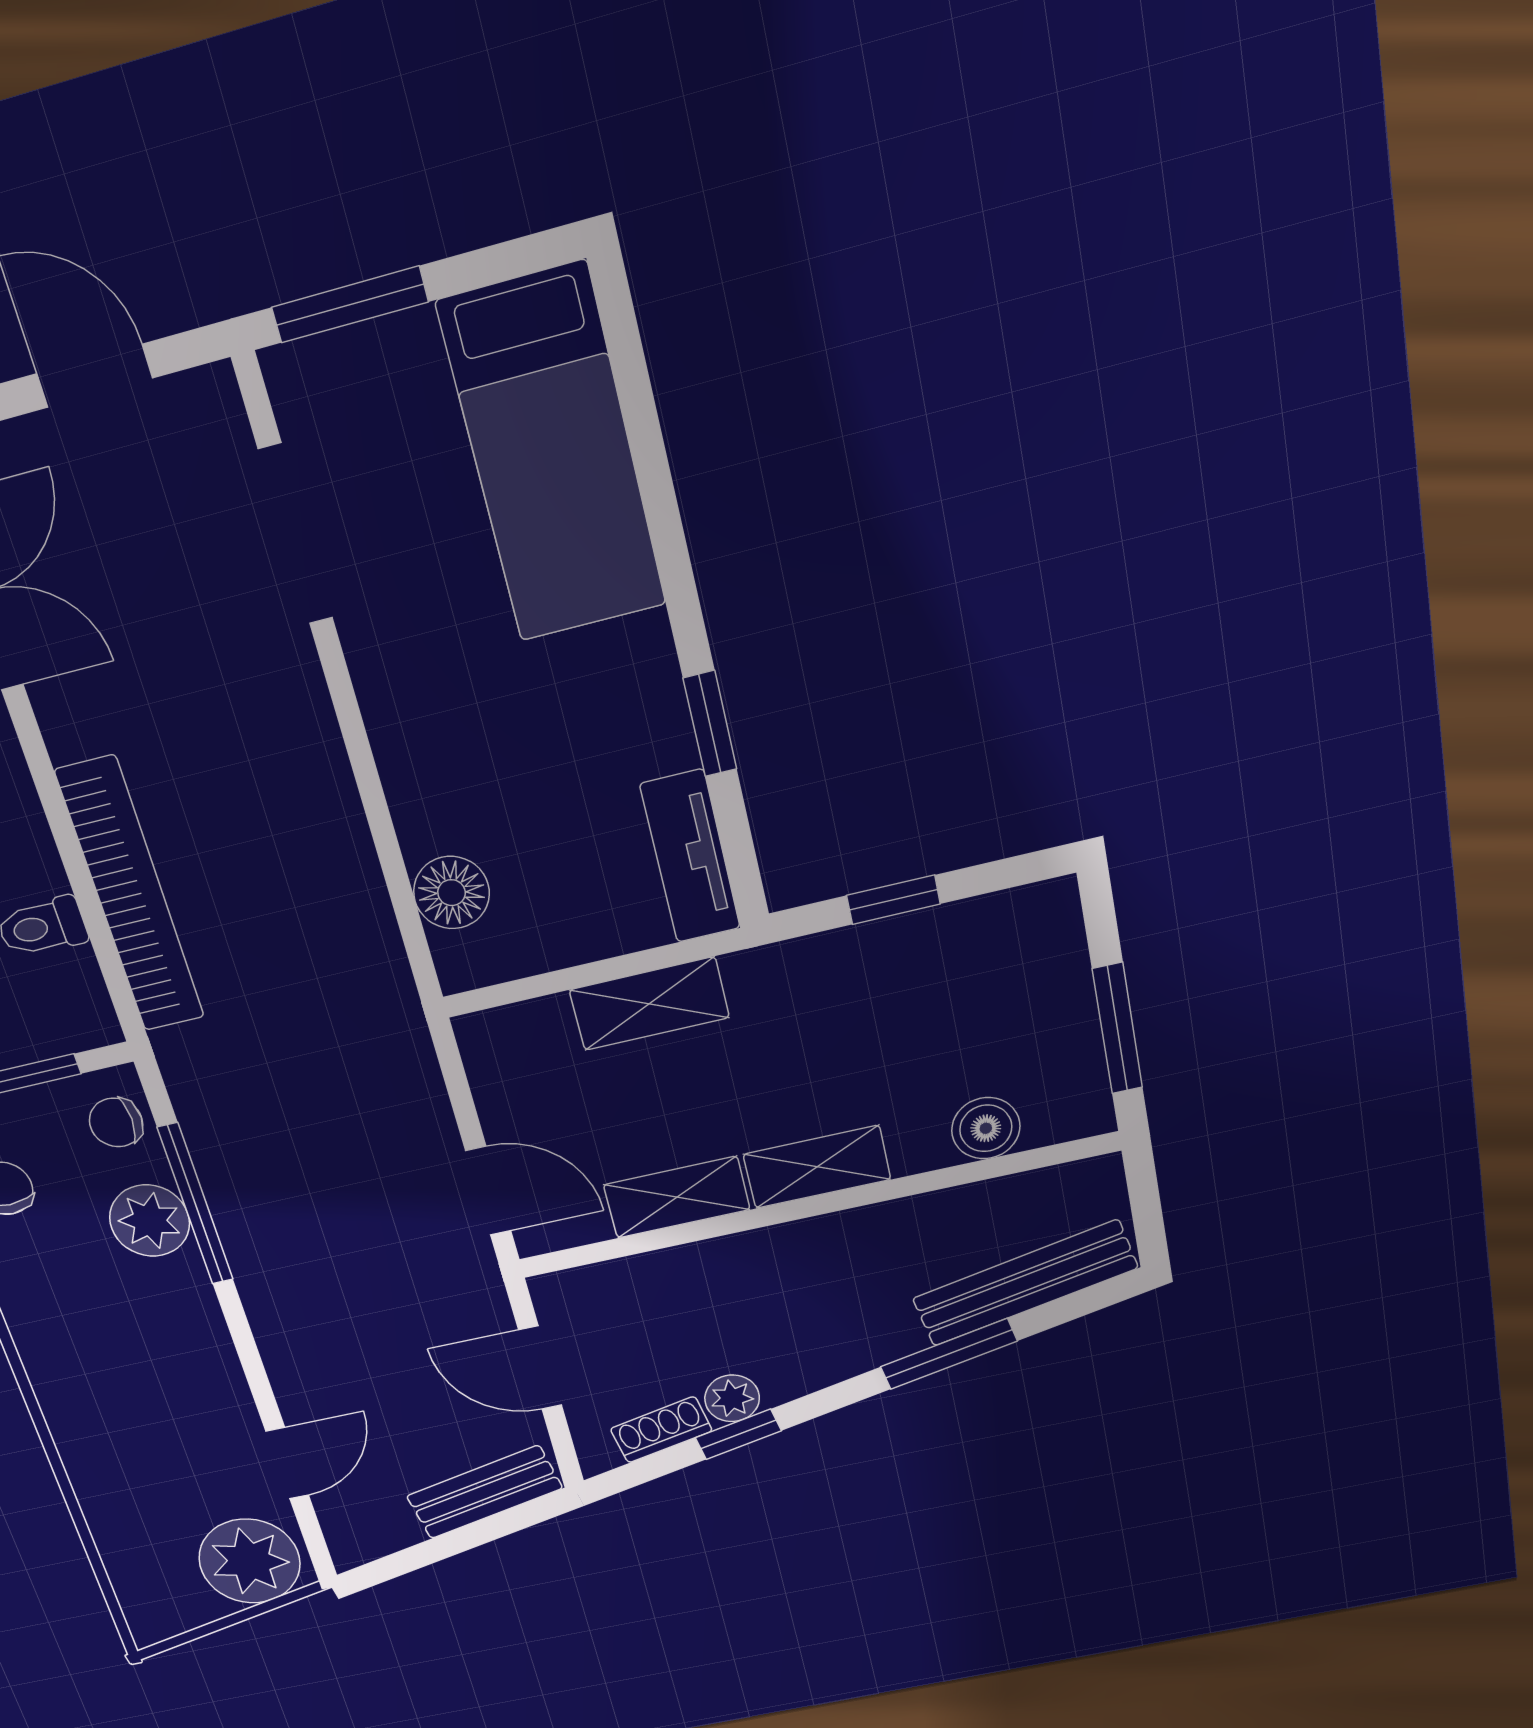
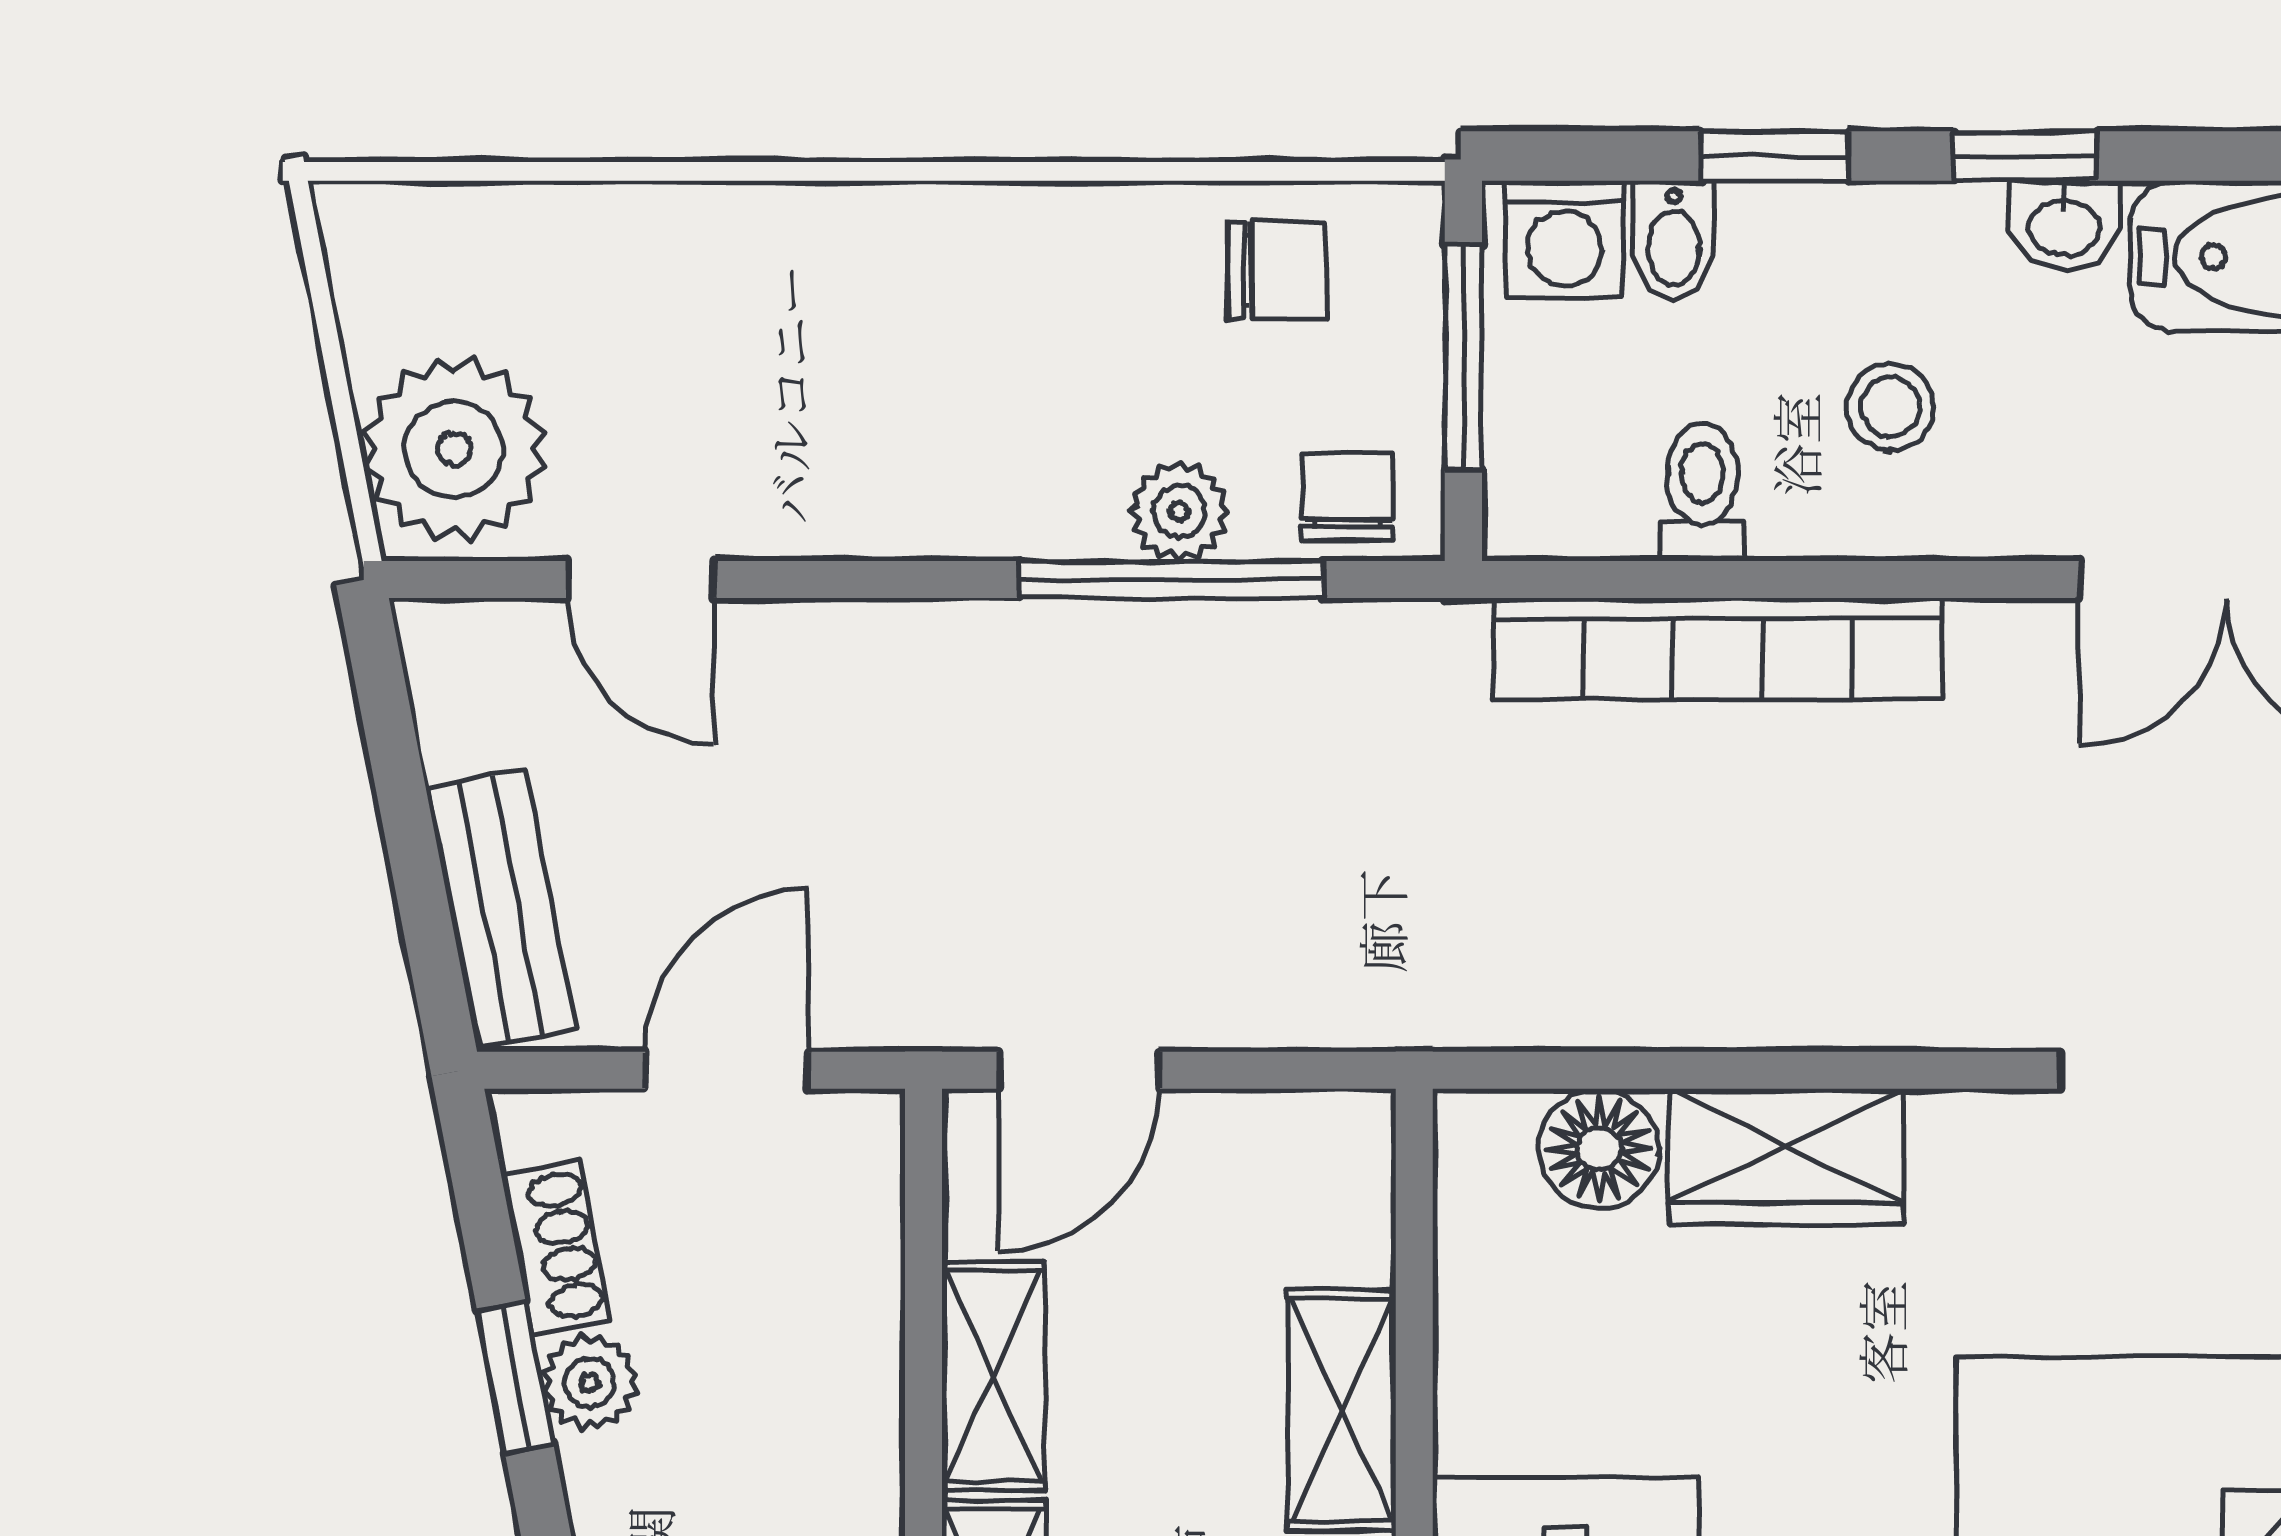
wardrobe: (425, 779) -> (1786, 1157), added
plant: (150, 1221) -> (1179, 512), width x0.73, depth x0.73

